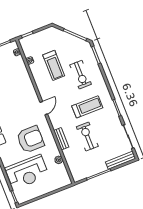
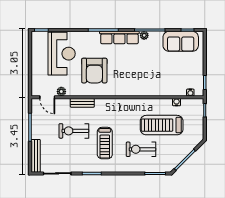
treadmill: (54, 65) -> (162, 125), width x1.37, depth x1.38
door: (44, 108) -> (47, 97), moved
exercise bike: (87, 137) -> (74, 131), turned 180
reception desk: (27, 172) -> (62, 54), turned 180

